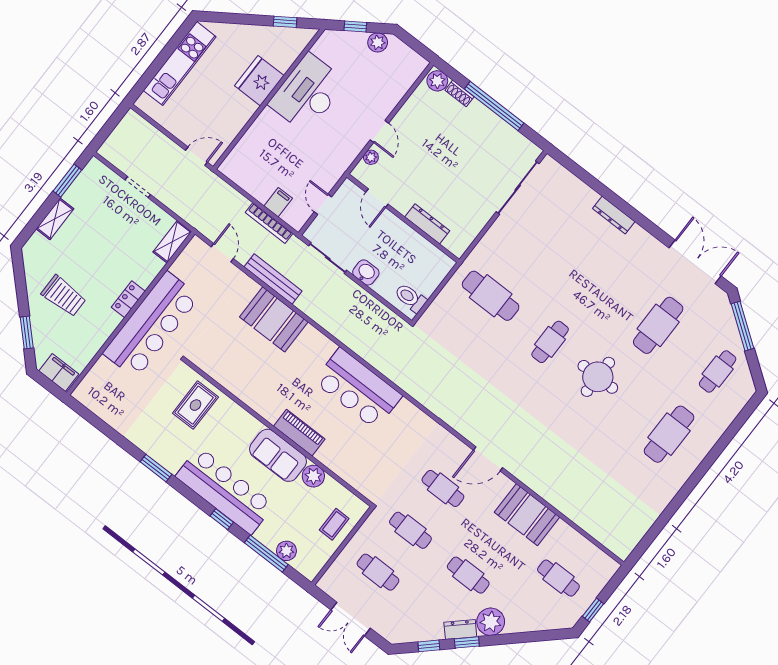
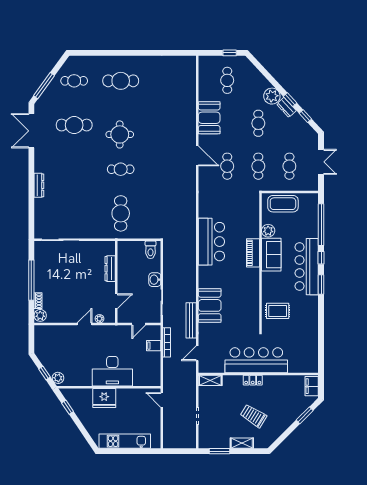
plant: (378, 42) -> (58, 378), moved
desk: (307, 93) -> (112, 371), moved
trolley: (64, 296) -> (253, 416), moved, turned -58
window: (156, 468) -> (321, 284), moved
coffee table: (334, 524) -> (283, 204), width x1.86, depth x1.72
plant: (286, 551) -> (312, 216), removed
window: (266, 554) -> (321, 225), width x1.46

